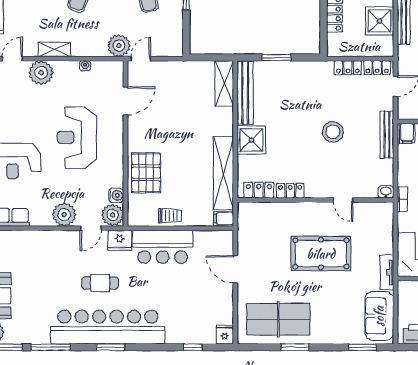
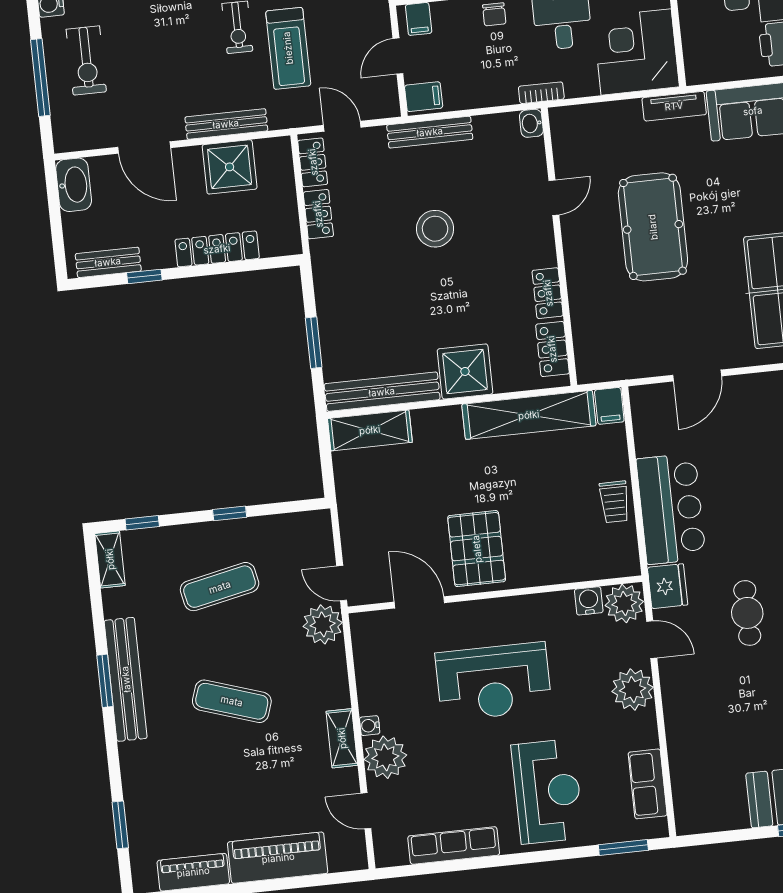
water cooler: (85, 66) -> (370, 726), moved
pallet: (146, 173) -> (477, 549), moved, turned 90
trolley: (170, 216) -> (614, 502), turned 180

